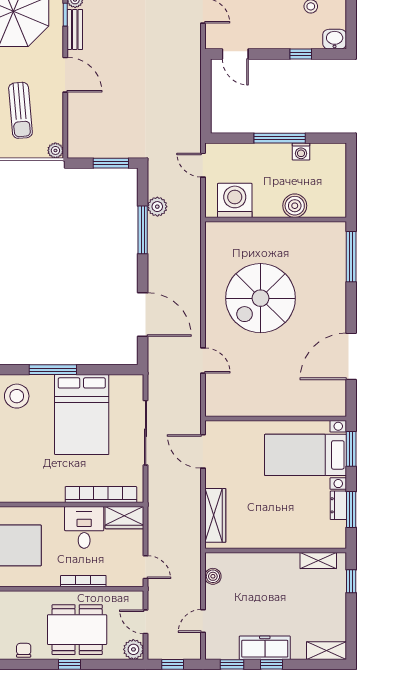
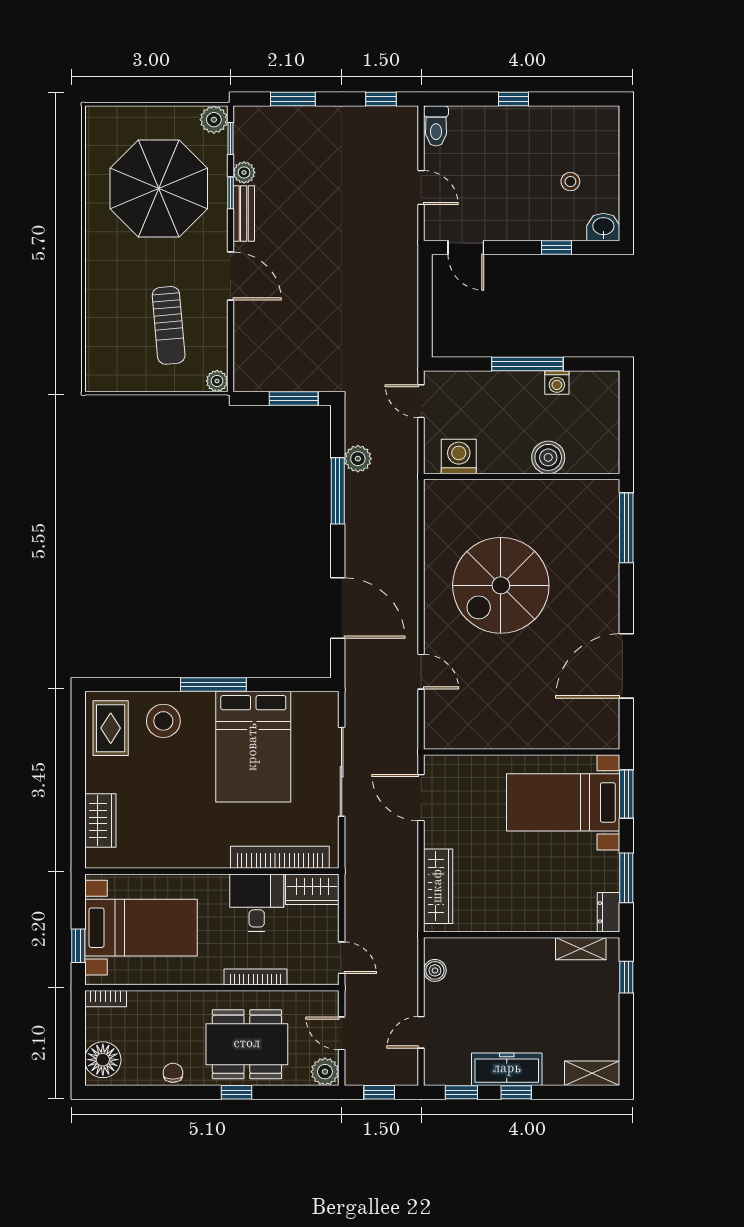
washing machine: (235, 200) -> (459, 457), width x0.73, depth x0.73
dresser: (338, 505) -> (609, 912), moved

